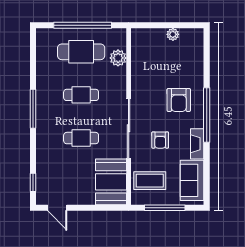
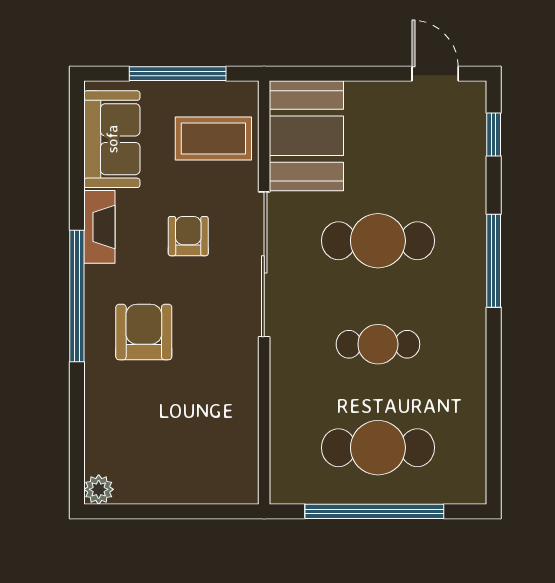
plant: (173, 34) -> (99, 489), moved
plant: (118, 58) -> (289, 433), removed
window: (33, 109) -> (494, 261), moved
cafe table: (81, 138) -> (378, 241), width x1.37, depth x1.35

